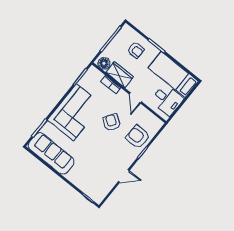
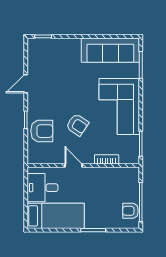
armchair: (136, 50) -> (131, 211), moved
floor lamp: (104, 63) -> (129, 174), removed
wardrobe: (120, 75) -> (106, 176), removed

